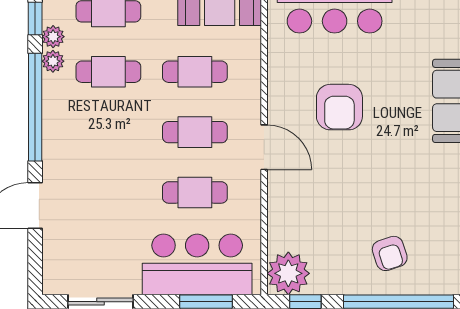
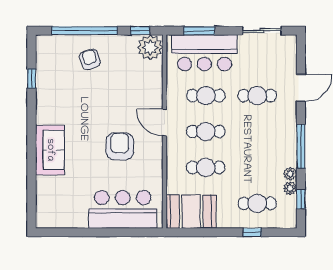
cafe table: (108, 72) -> (257, 96), moved
window: (35, 107) -> (301, 146), width x0.68

